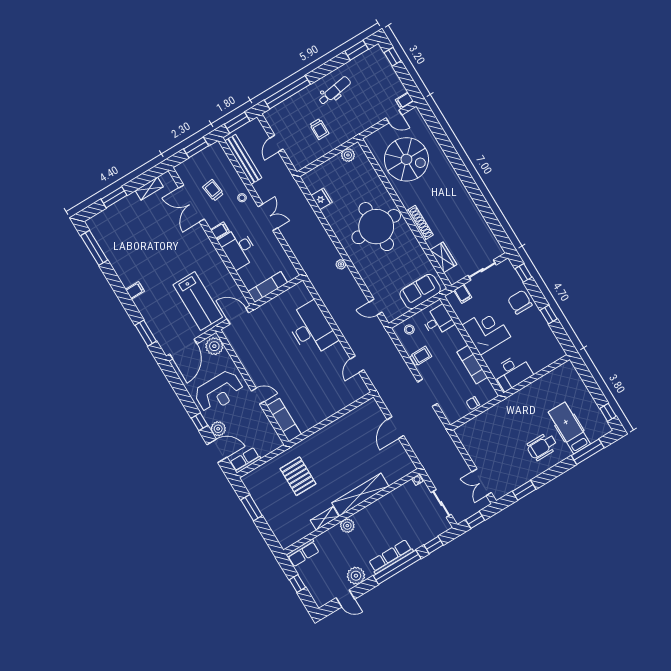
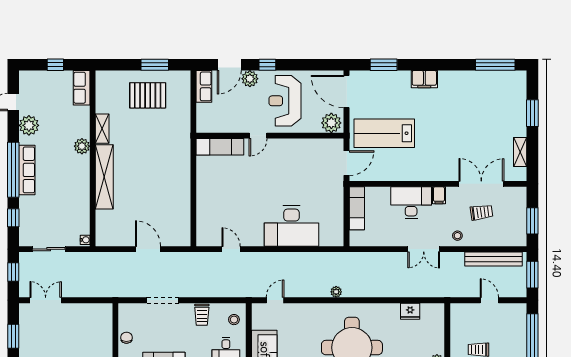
filing cabinet: (135, 290) -> (424, 79), width x2.00
pallet: (298, 476) -> (148, 95), moved

